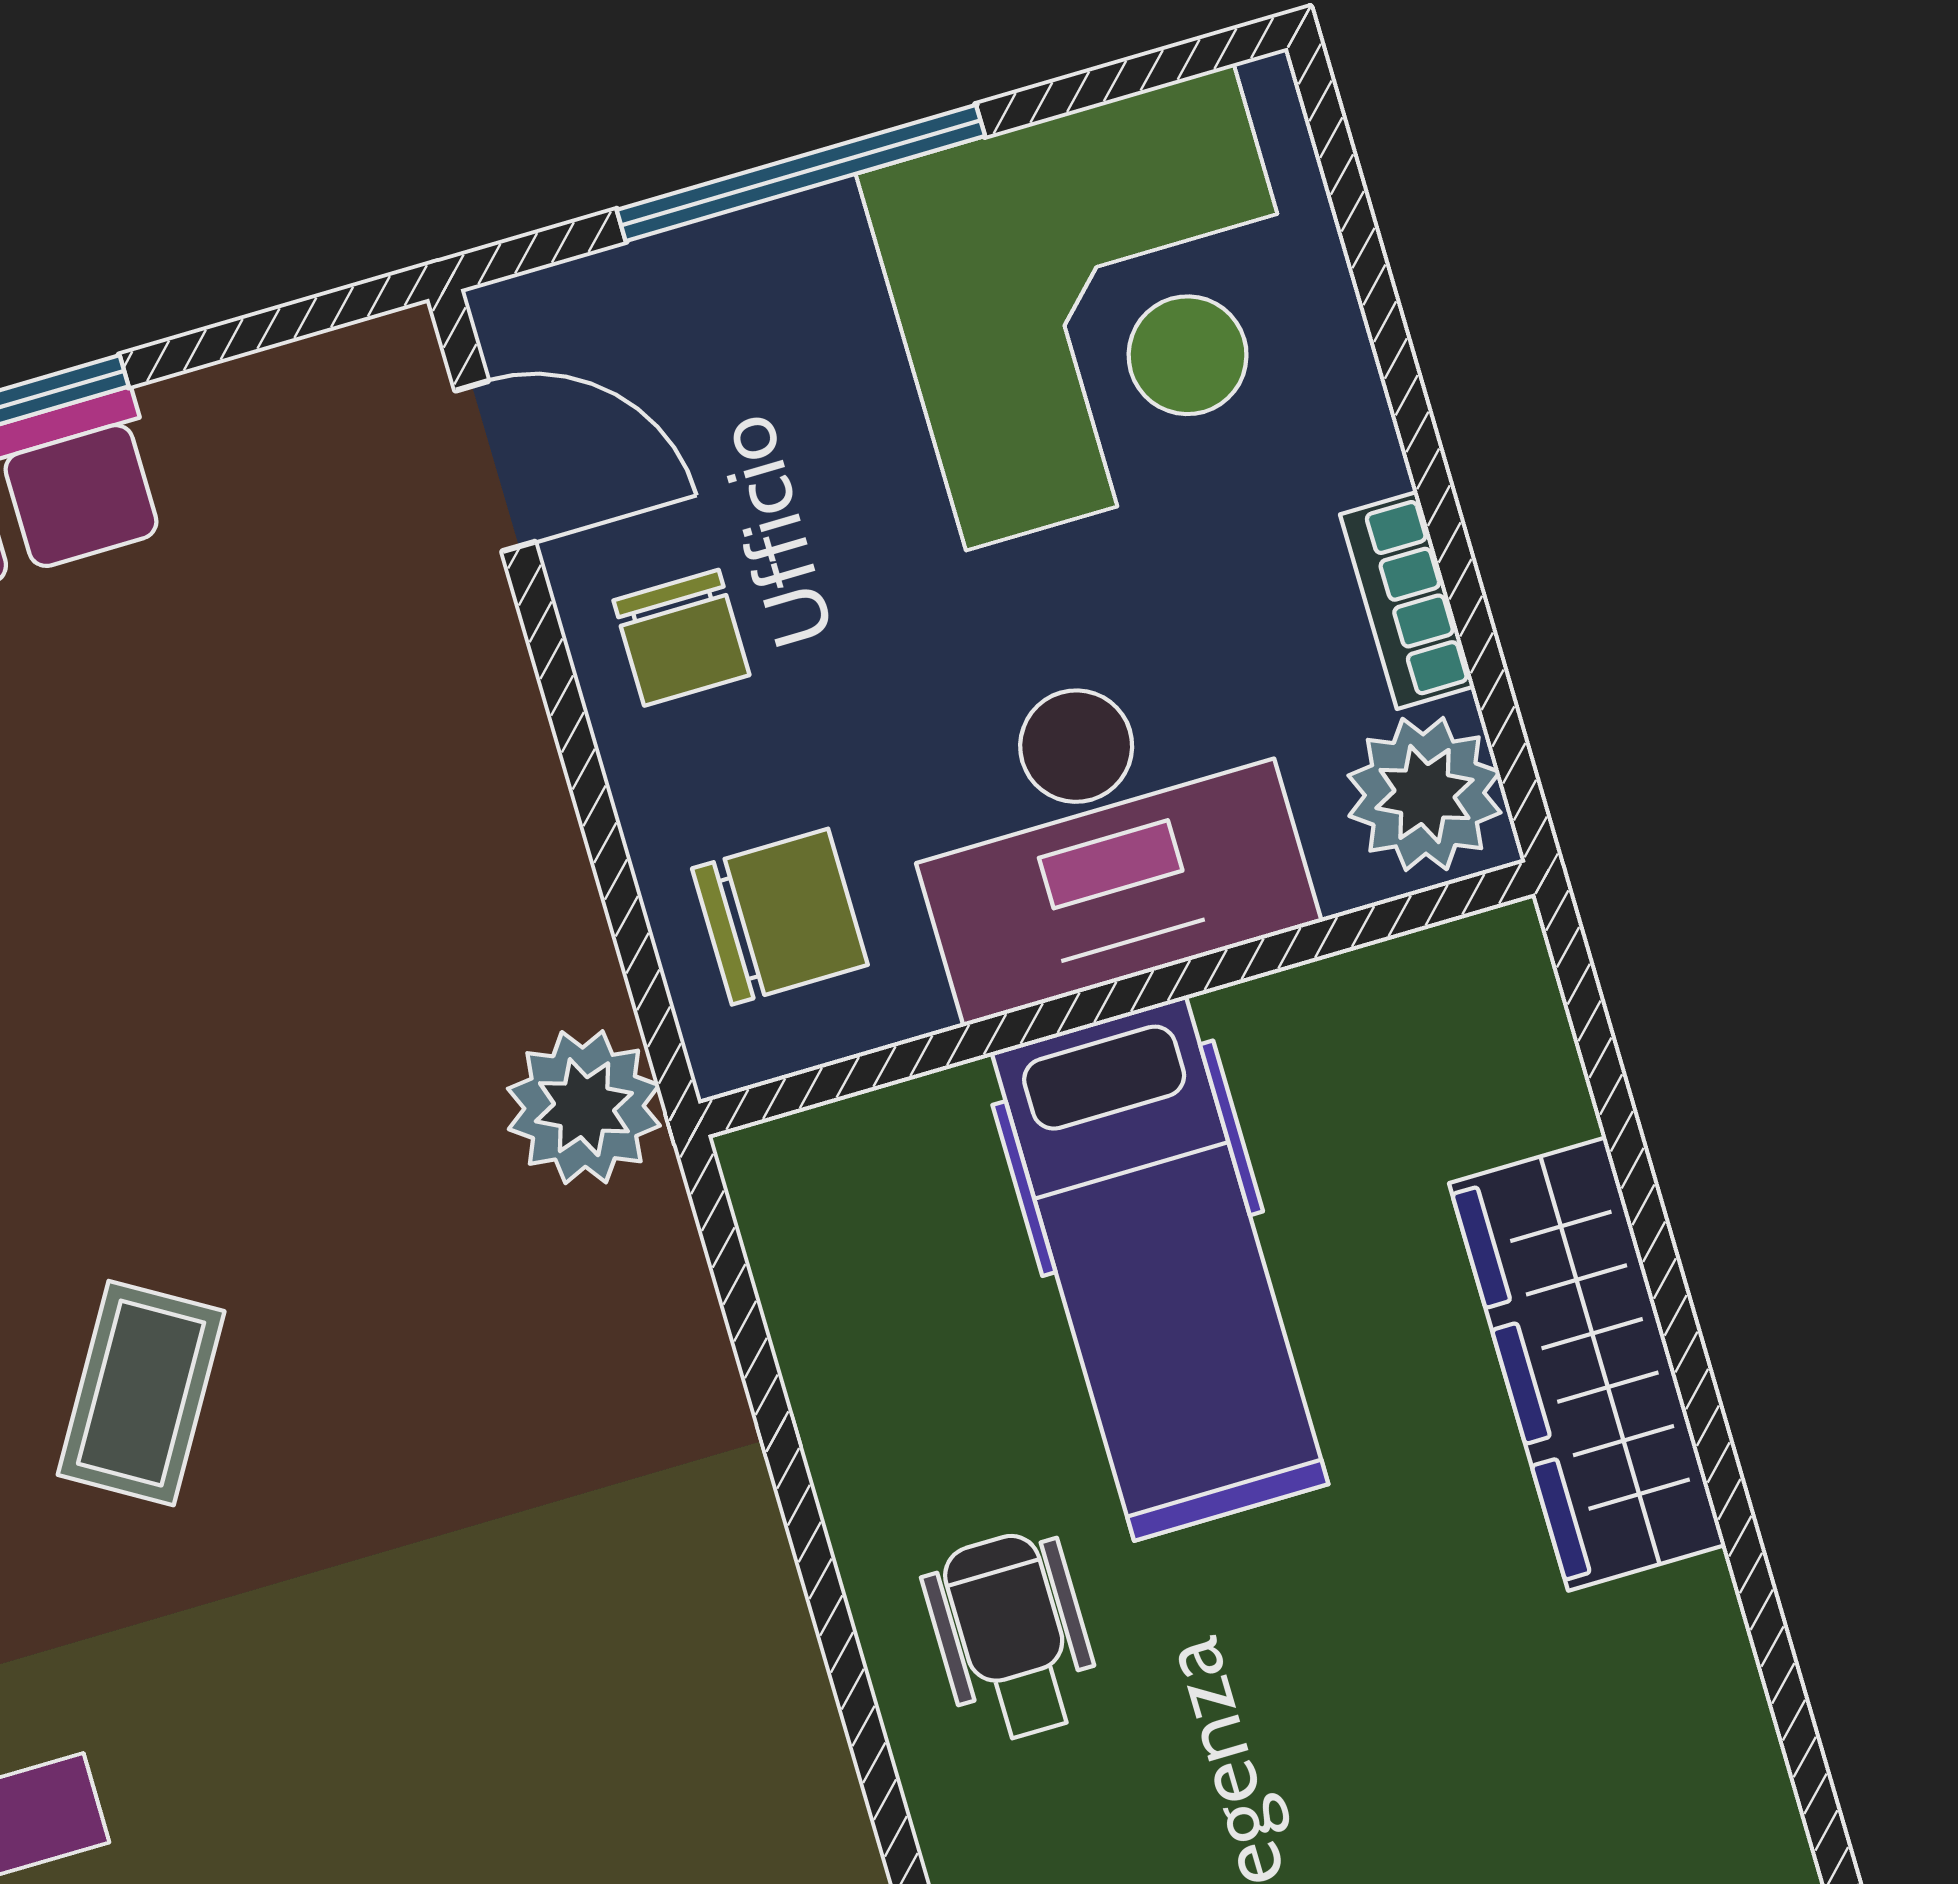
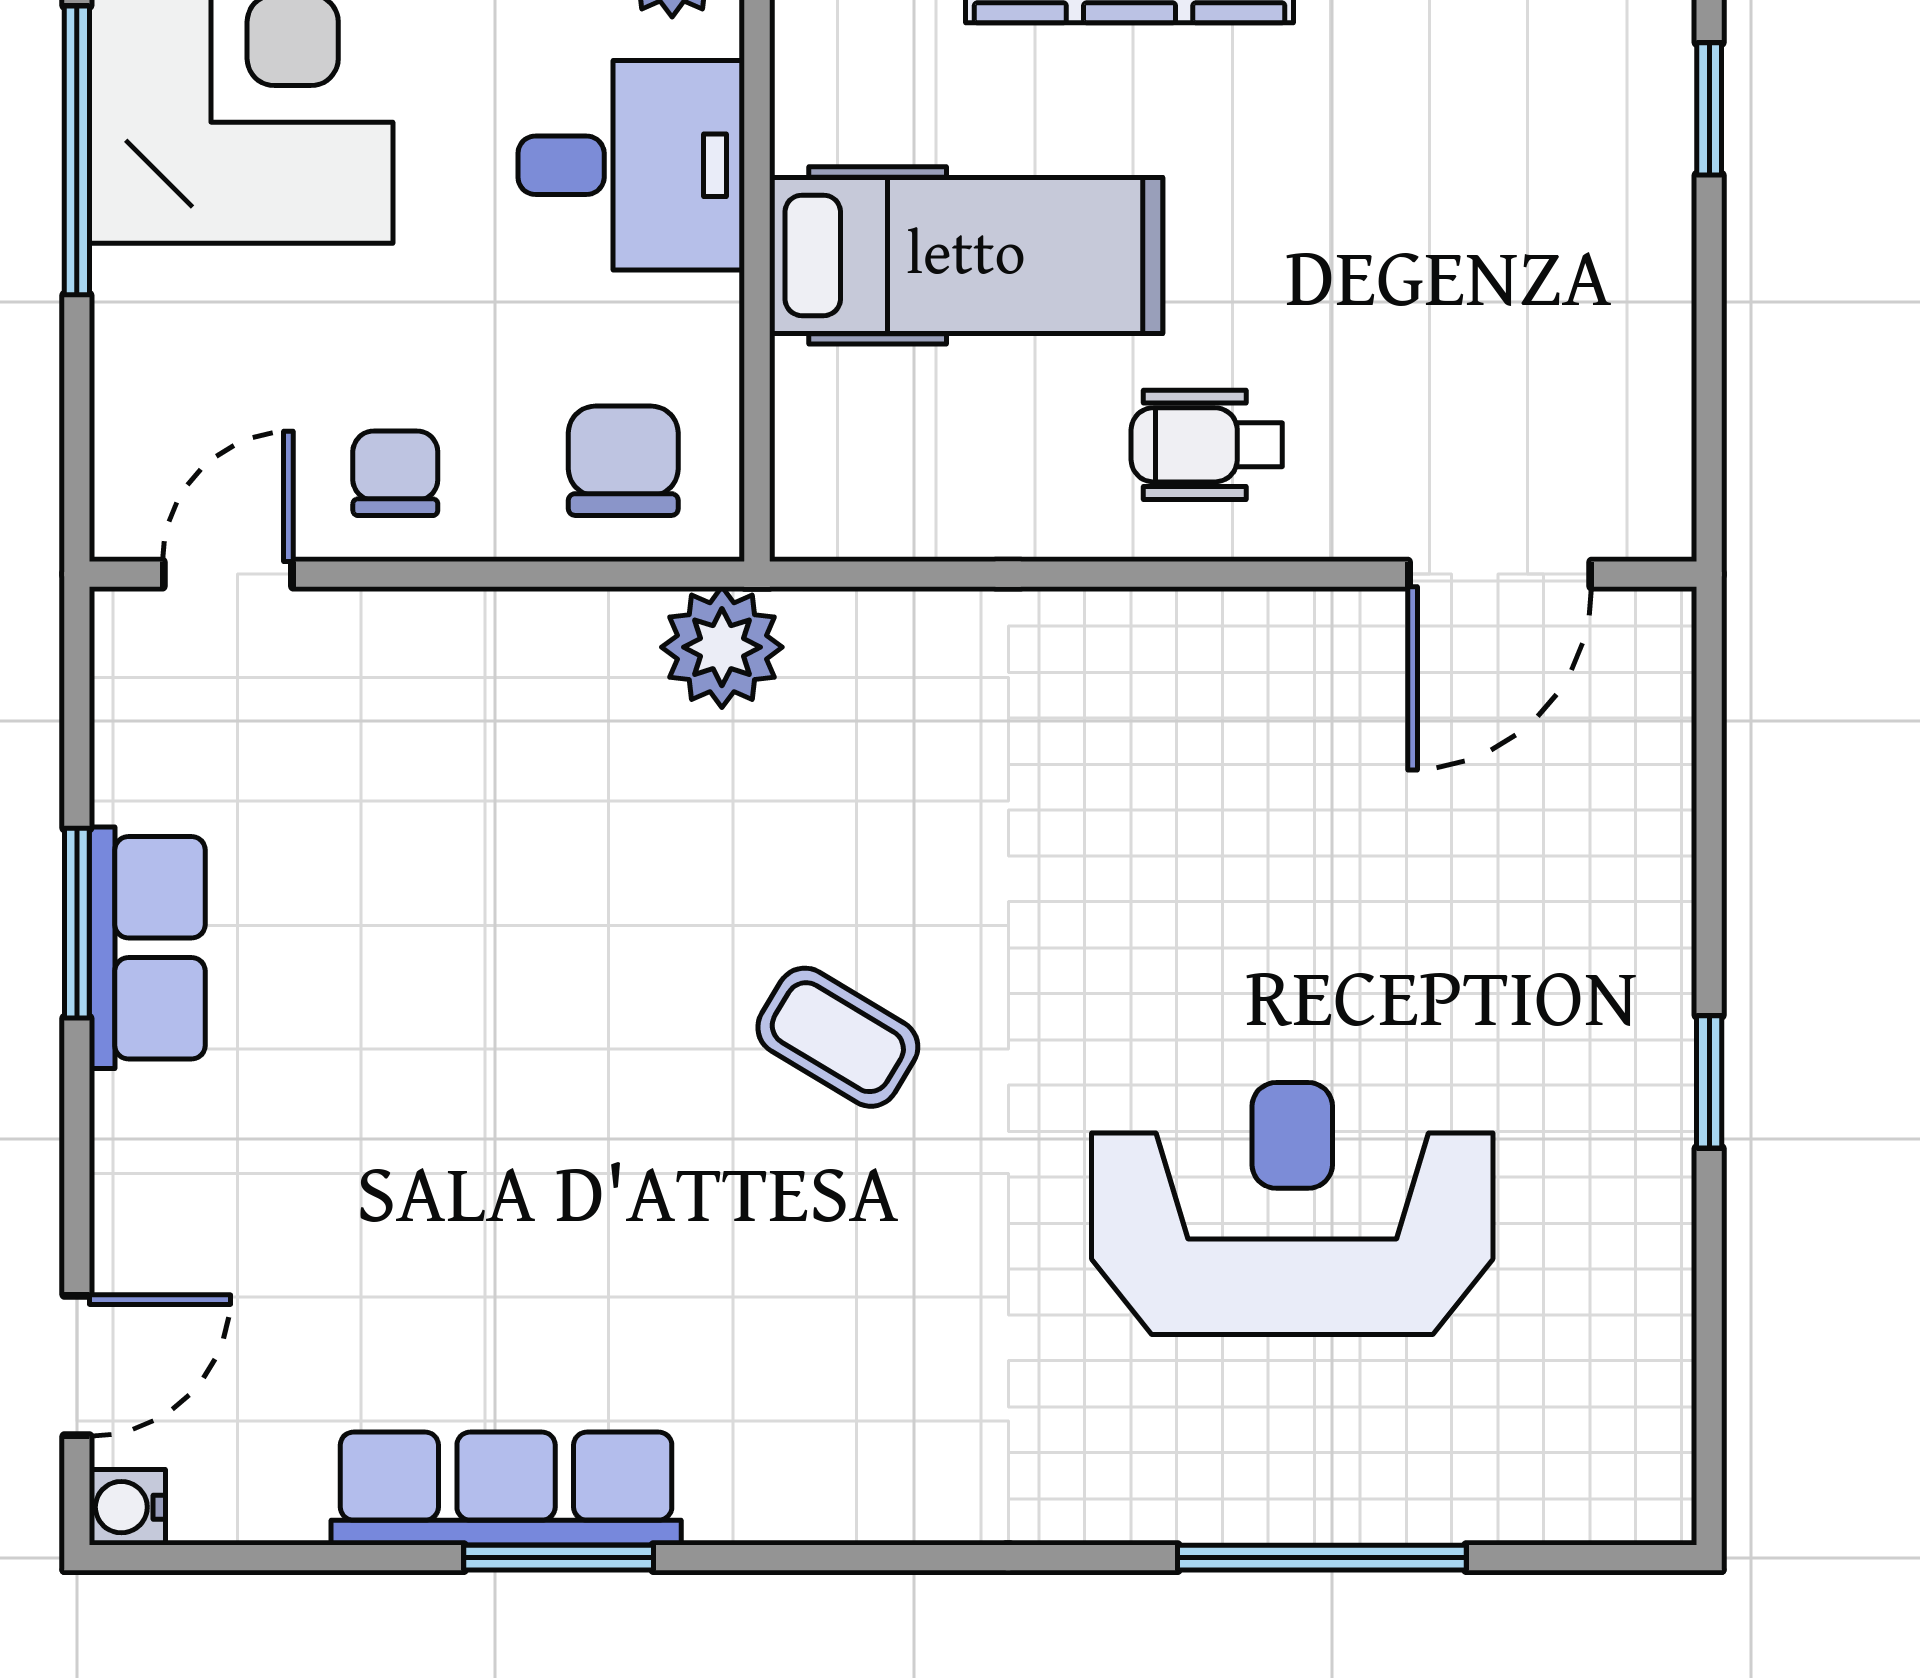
window: (801, 173) -> (77, 150), moved
chair: (681, 638) -> (395, 473), turned -90
desk: (1102, 833) -> (631, 165), width x0.73

